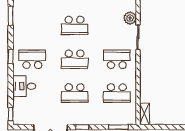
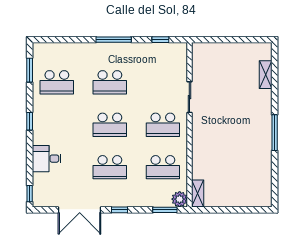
plant: (130, 18) -> (180, 199), moved
school desk: (32, 59) -> (57, 82), moved, turned 180
school desk: (117, 59) -> (163, 125), turned 180

